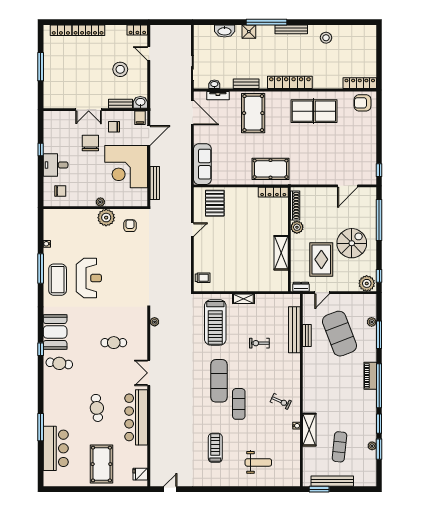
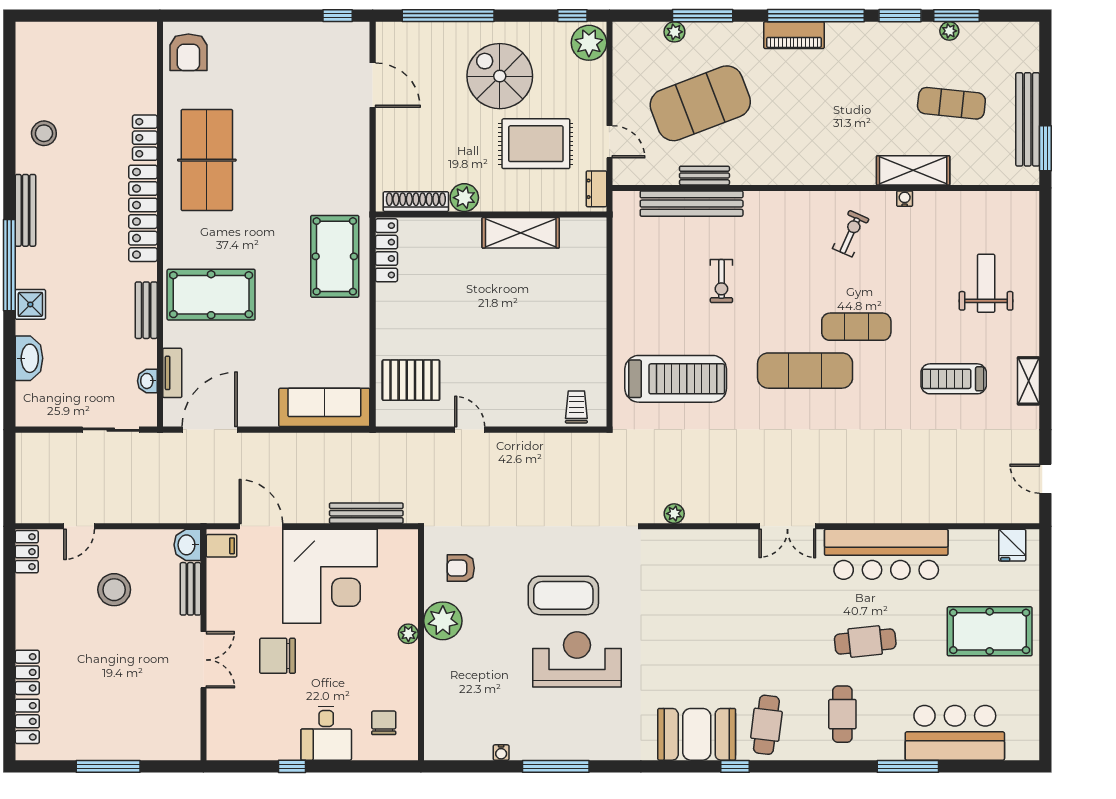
locker: (89, 30) -> (27, 672), width x0.66
locker: (360, 83) -> (145, 138), moved, width x0.66
chair: (114, 127) -> (242, 603), removed
coffee table: (58, 280) -> (563, 595), moved
shelving: (243, 299) -> (1028, 381), moved
cafe table: (114, 343) -> (842, 714), moved

